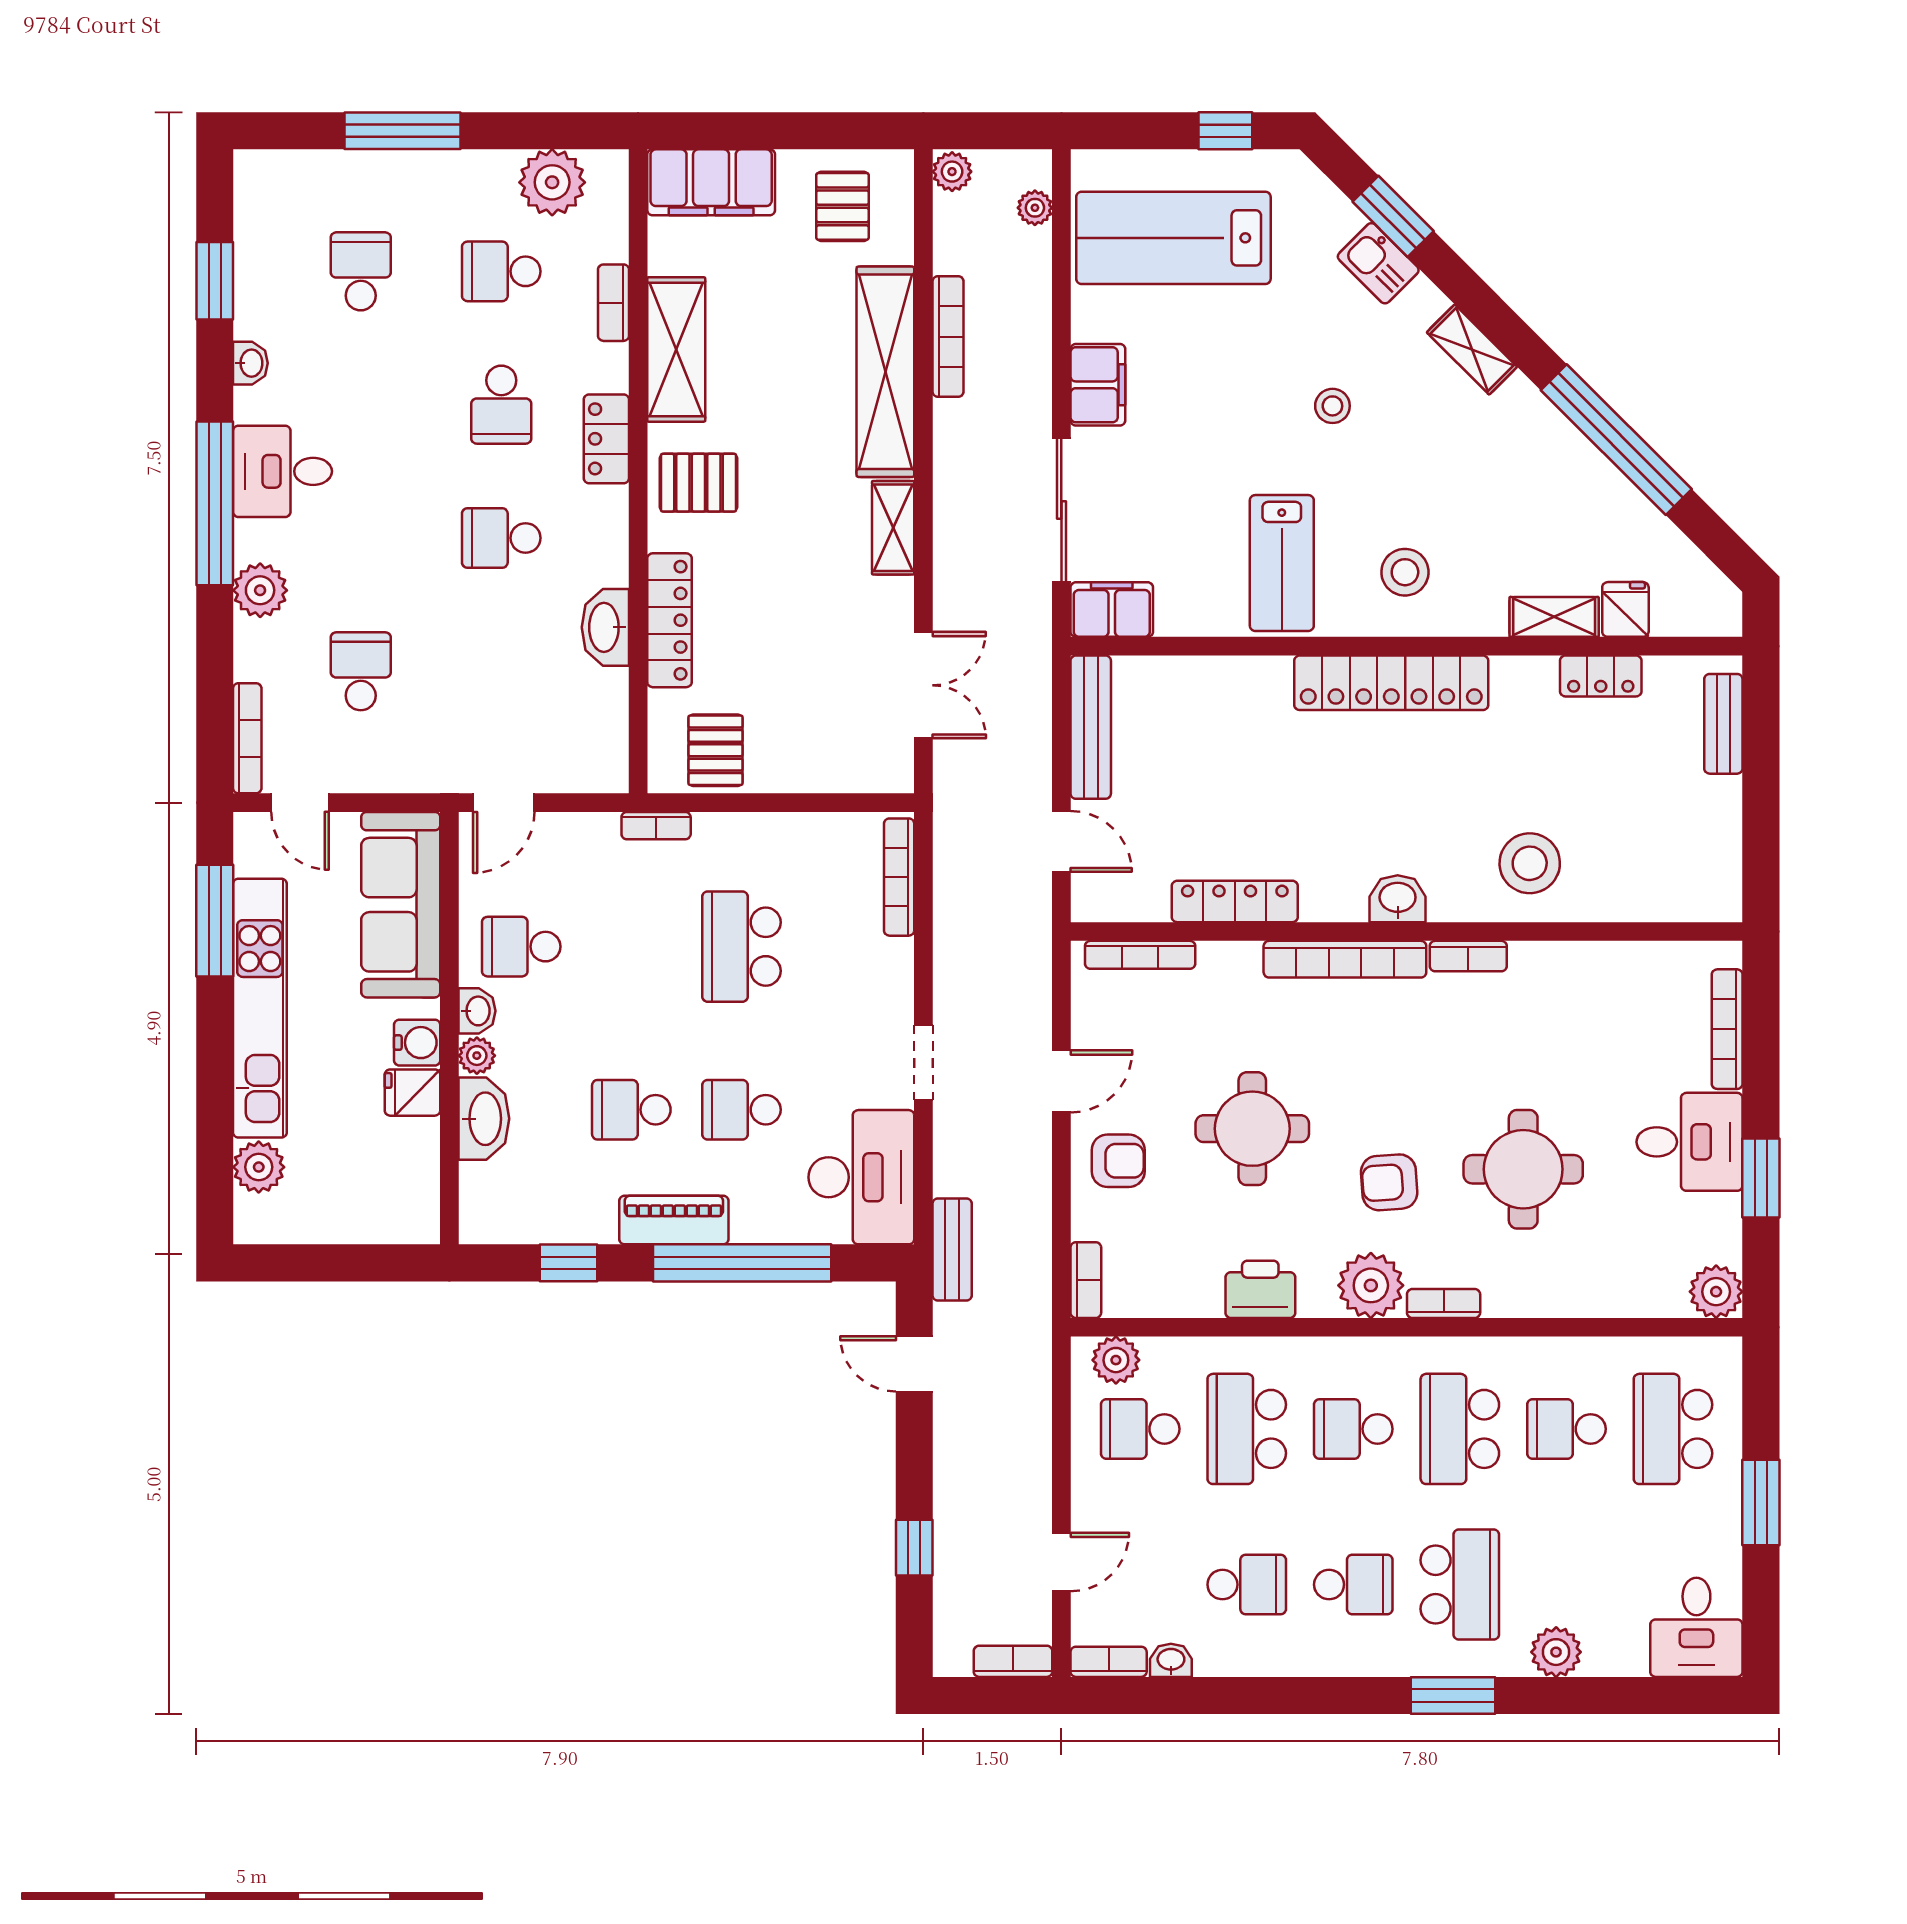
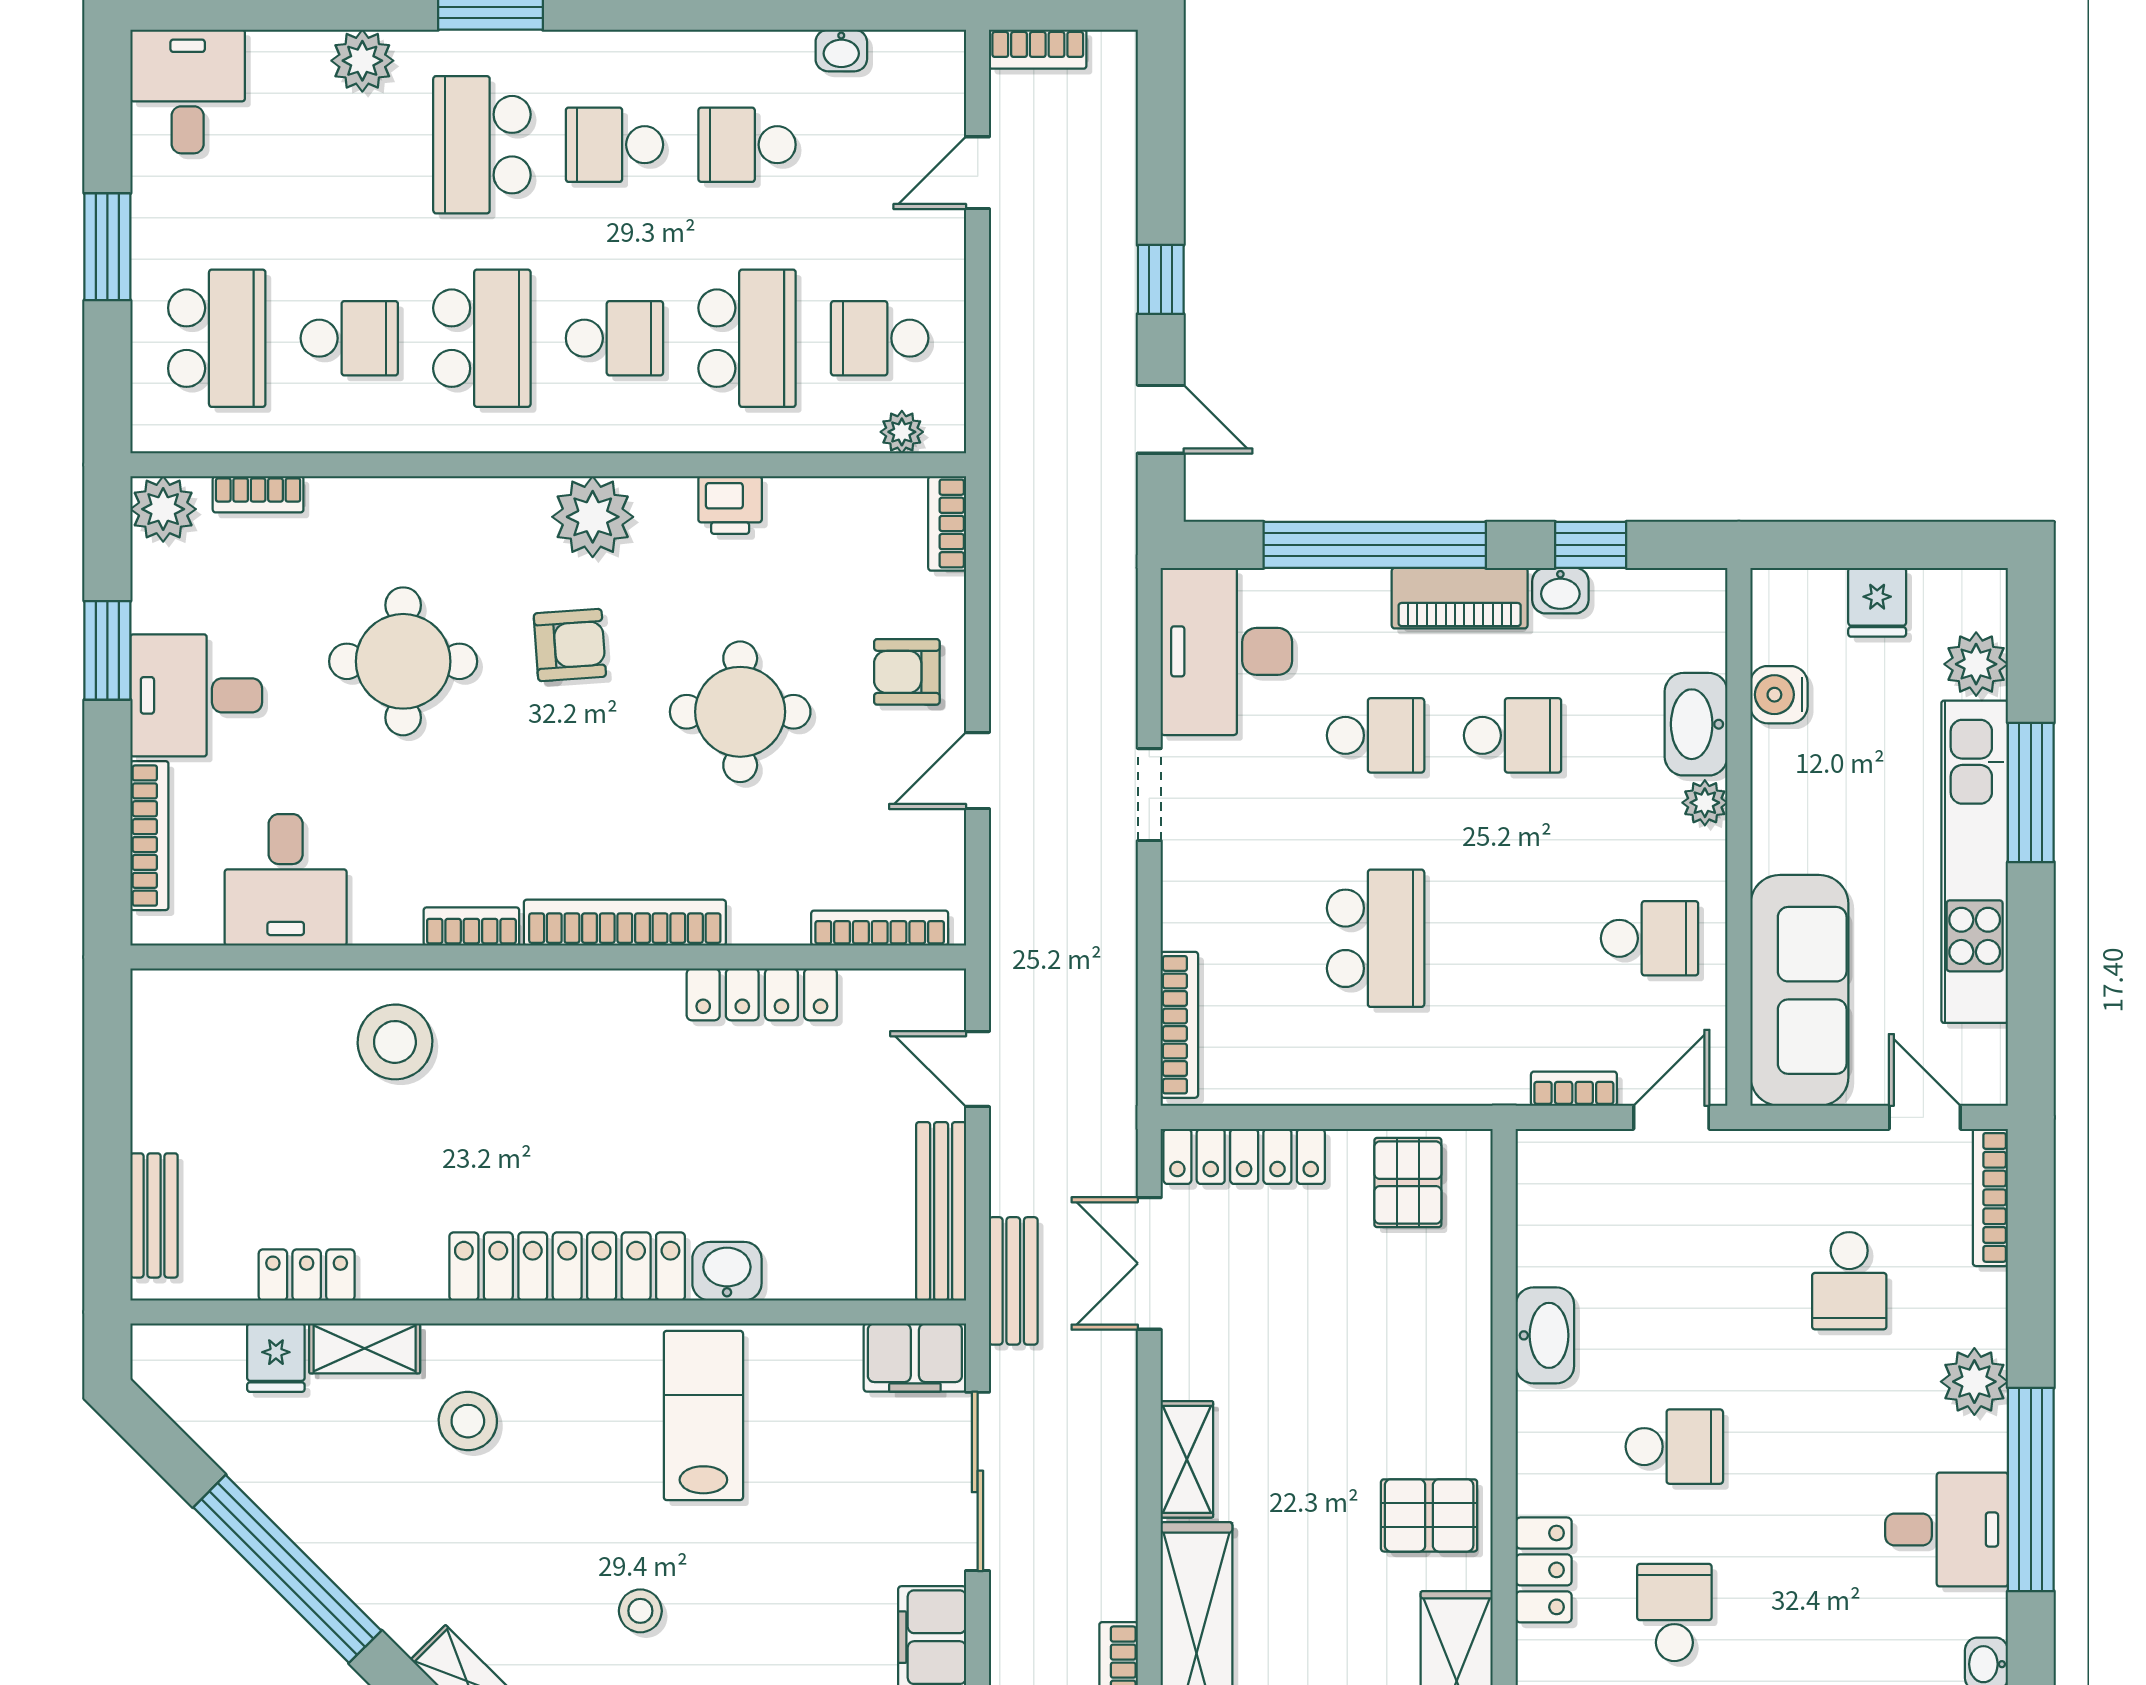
stool: (1405, 572) -> (468, 1421), moved
locker: (669, 620) -> (1244, 1156), moved, turned -90
bookcase: (656, 826) -> (1574, 1089), moved
washbasin: (1398, 899) -> (727, 1271), moved, turned 180
window: (215, 921) -> (2031, 792), moved
desk: (1618, 994) -> (286, 880), added
washbasin: (477, 1011) -> (1560, 591), moved, turned -90
water cooler: (417, 1043) -> (1779, 695), moved
fridge: (412, 1093) -> (1877, 602), moved, turned 90
bench: (952, 1250) -> (1013, 1281), moved
printer: (1260, 1289) -> (730, 505), width x0.73, depth x0.81
bookcase: (1444, 1303) -> (258, 494), moved
plant: (1116, 1360) -> (902, 432), width x0.73, depth x0.73
school desk: (1140, 1429) -> (880, 338), turned 180
window: (914, 1548) -> (1161, 279), moved
bookcase: (1109, 1662) -> (919, 49), removed

